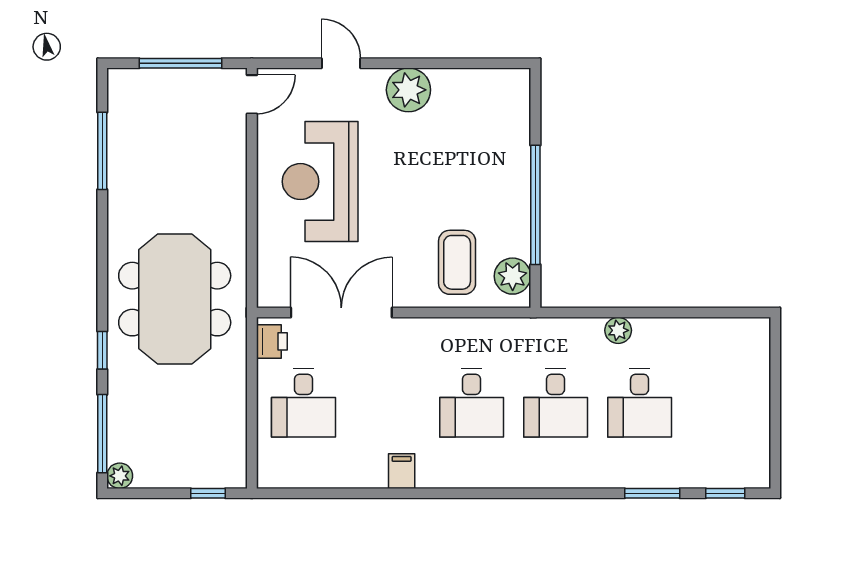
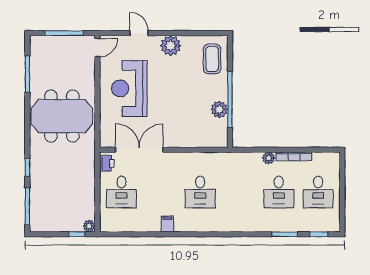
coffee table: (457, 262) -> (212, 59), moved
plant: (513, 276) -> (219, 109), moved
meeting table: (175, 299) -> (62, 116), moved, turned 90
bookcase: (672, 327) -> (294, 156), added
desk: (556, 403) -> (318, 192), moved
plant: (120, 476) -> (89, 226), moved

